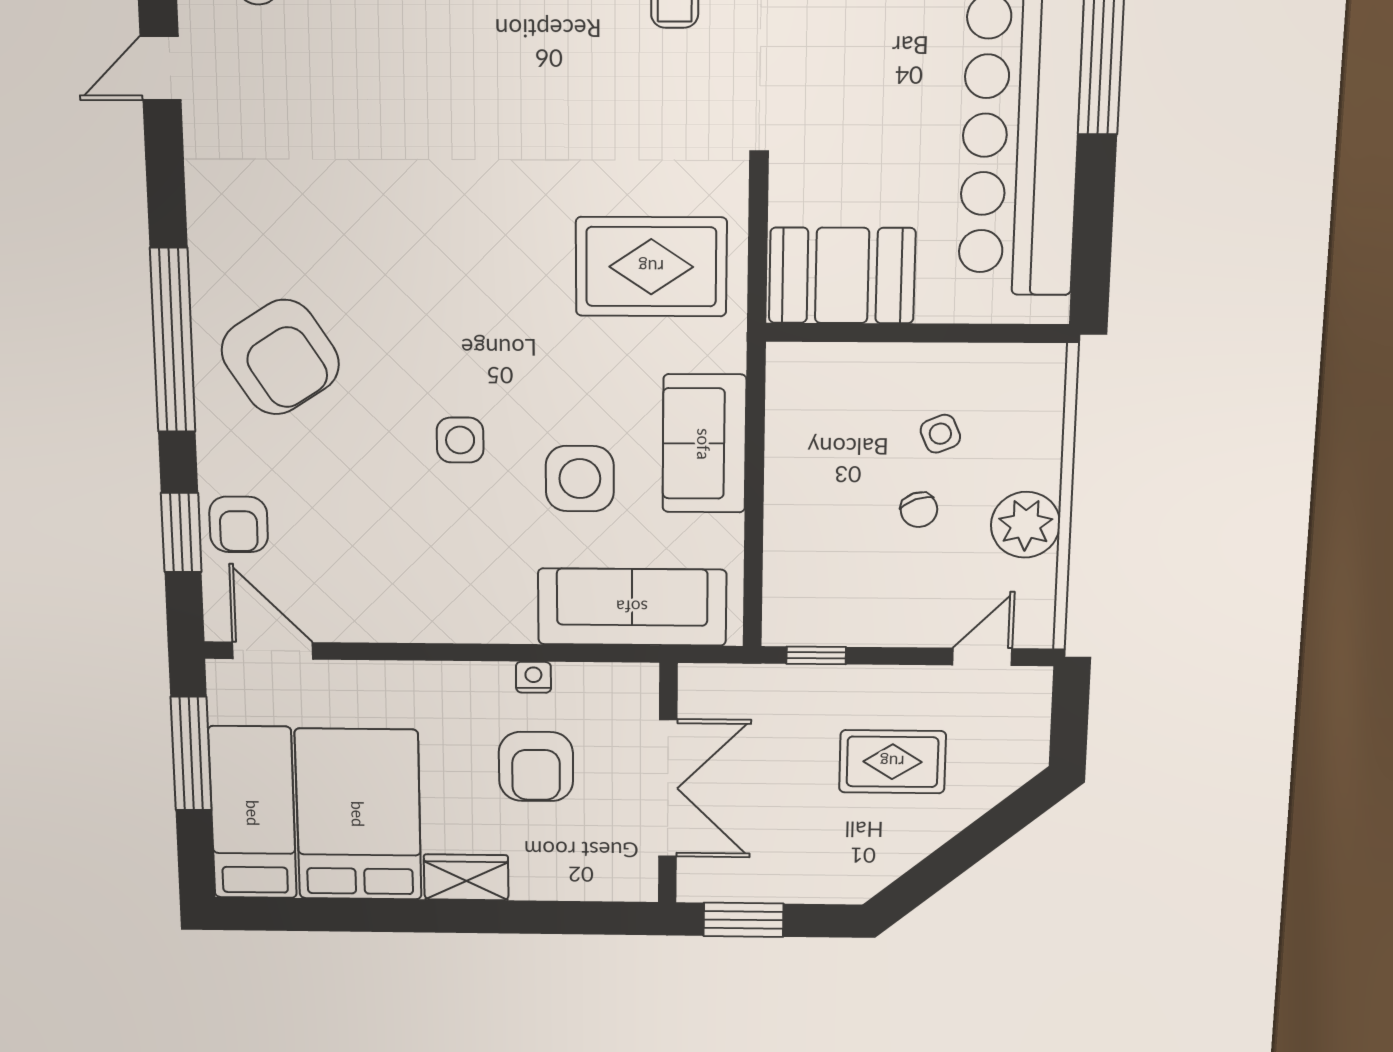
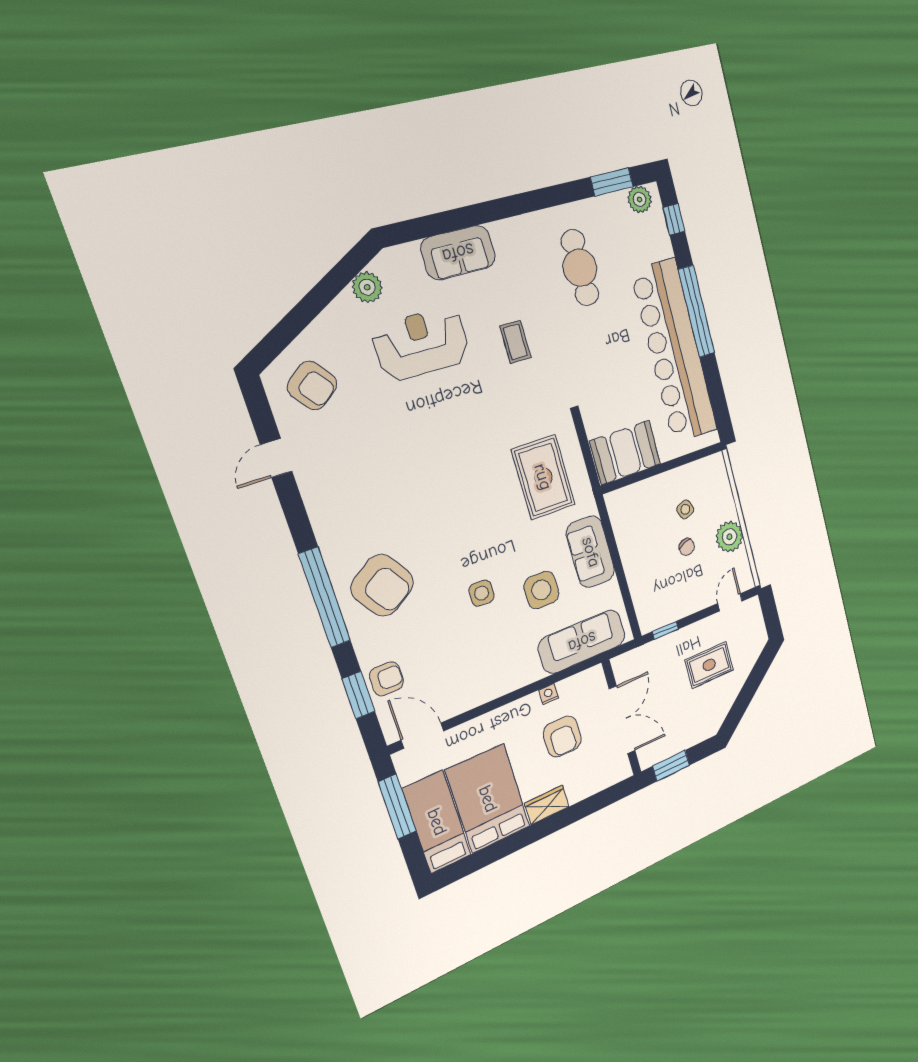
rug: (651, 267) -> (543, 477), turned 90
armchair: (239, 524) -> (387, 679), turned -90

